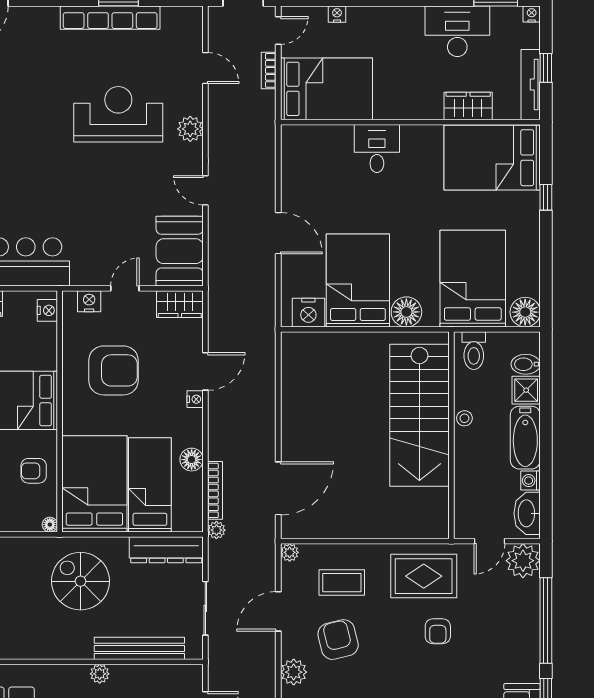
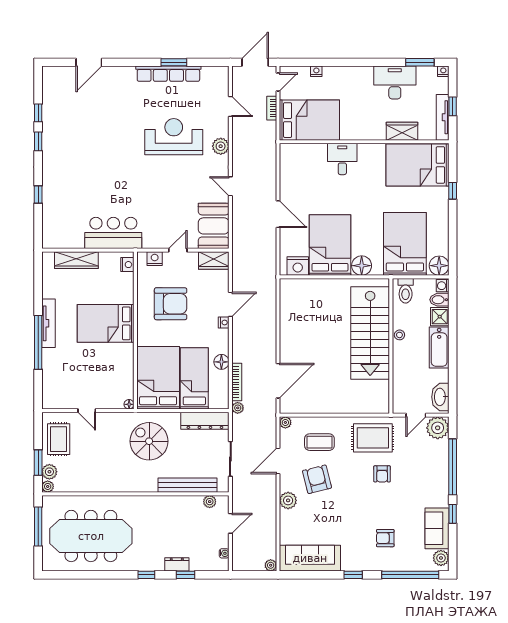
armchair: (34, 471) -> (118, 369), removed
washing machine: (531, 481) -> (443, 286), moved
plant: (100, 674) -> (210, 502), moved

